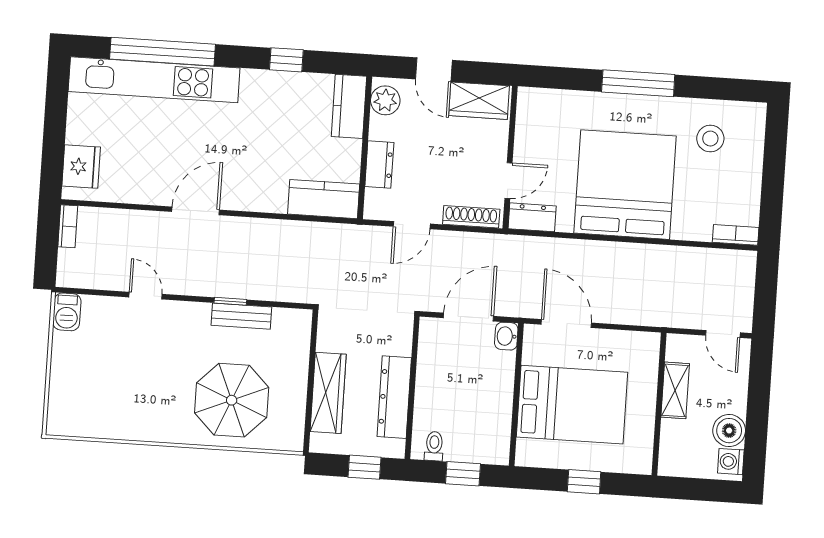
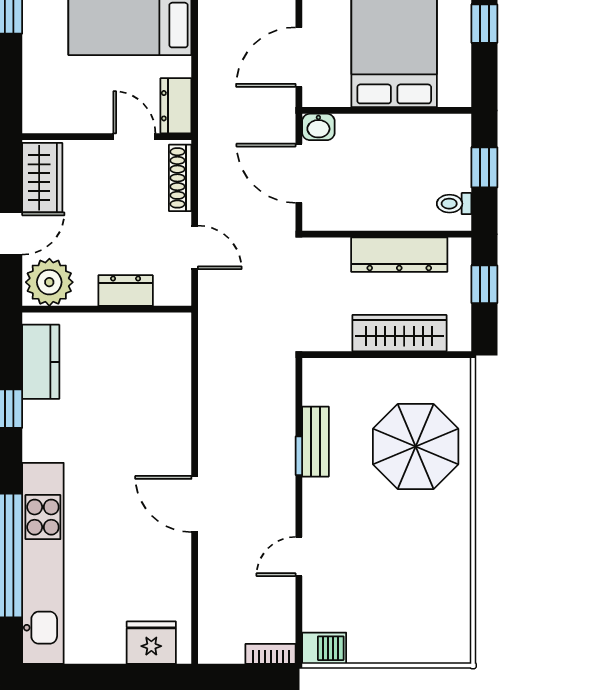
plant: (385, 100) -> (49, 282), width x1.36, depth x1.36
kitchen counter: (349, 106) -> (41, 362), moved, turned -90
kitchen counter: (324, 199) -> (171, 354), removed
bookcase: (68, 226) -> (271, 654), moved

